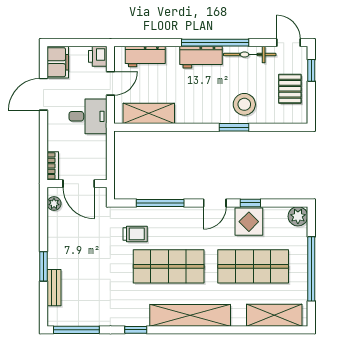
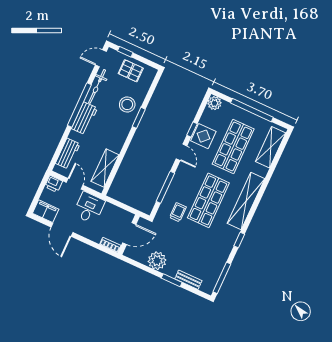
plant: (54, 204) -> (157, 261), moved, width x1.87, depth x1.87

